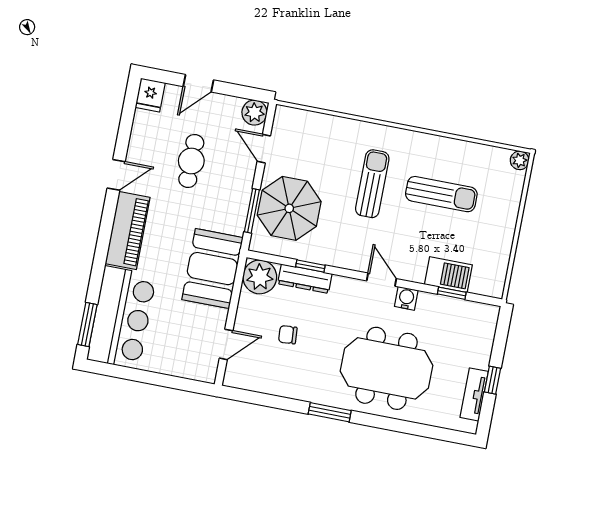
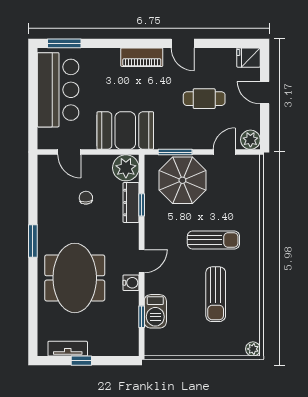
piano: (128, 231) -> (142, 57), width x0.73, depth x0.75
bar counter: (122, 318) -> (58, 90), moved, turned -90

